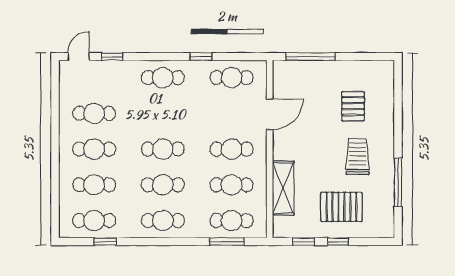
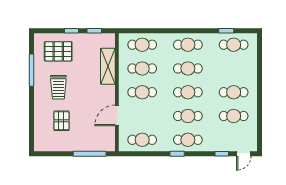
window: (201, 57) -> (177, 154), moved
cafe table: (94, 185) -> (188, 116), moved
pallet: (341, 207) -> (58, 51), moved
window: (227, 242) -> (145, 31), removed

